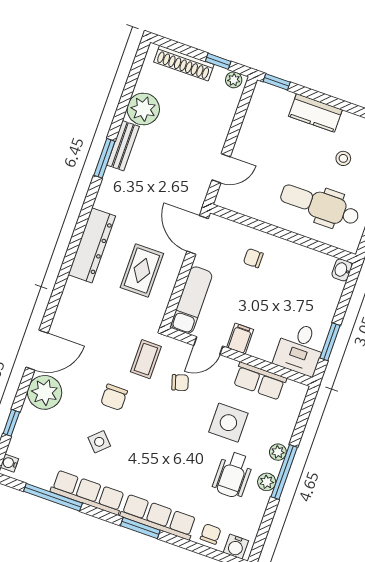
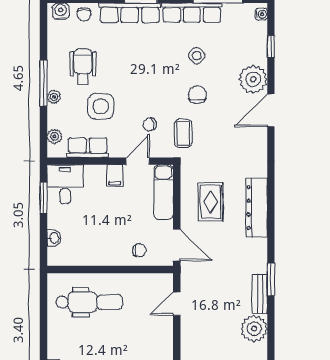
stool: (343, 158) -> (84, 345), removed
chair: (253, 258) -> (139, 250), moved
washbasin: (342, 270) -> (54, 238), moved
plant: (267, 482) -> (54, 136), moved

